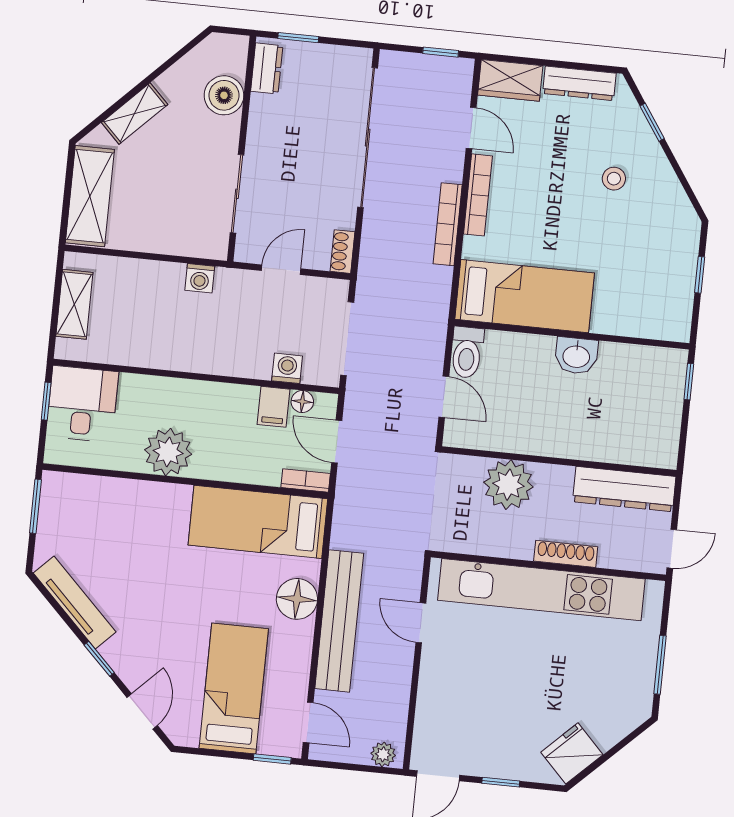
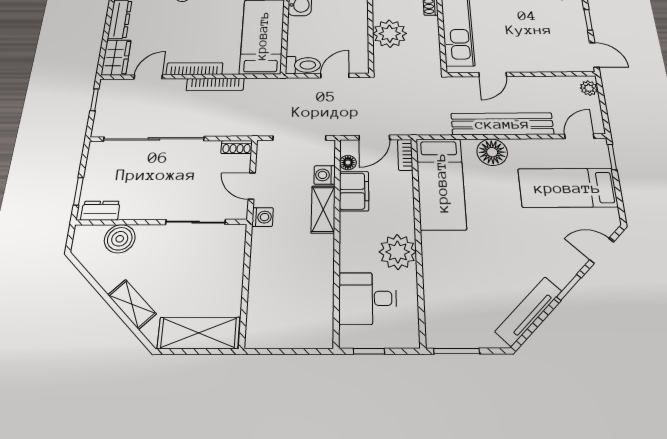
washing machine: (200, 278) -> (262, 217), moved
shelving: (74, 304) -> (323, 209), moved, turned 90
desk: (82, 404) -> (368, 298), moved
filing cabinet: (273, 407) -> (354, 191), width x2.00

